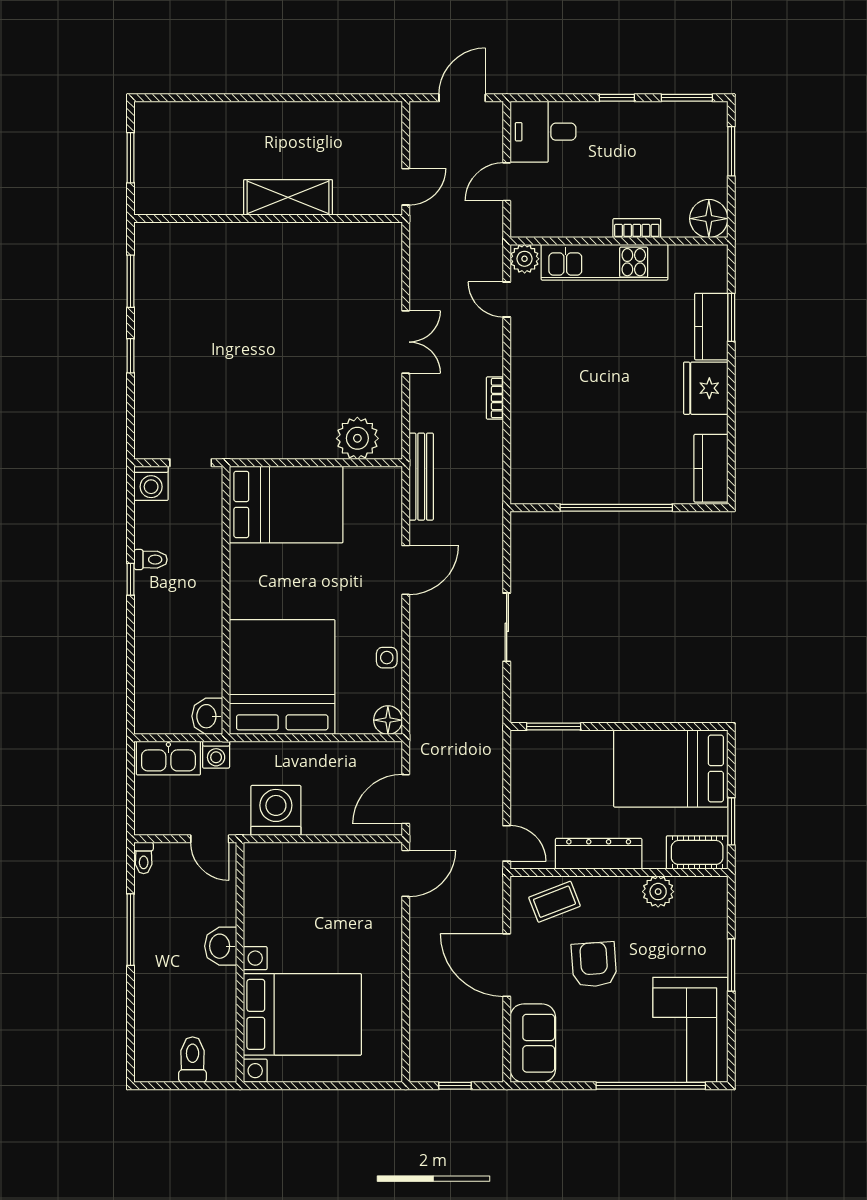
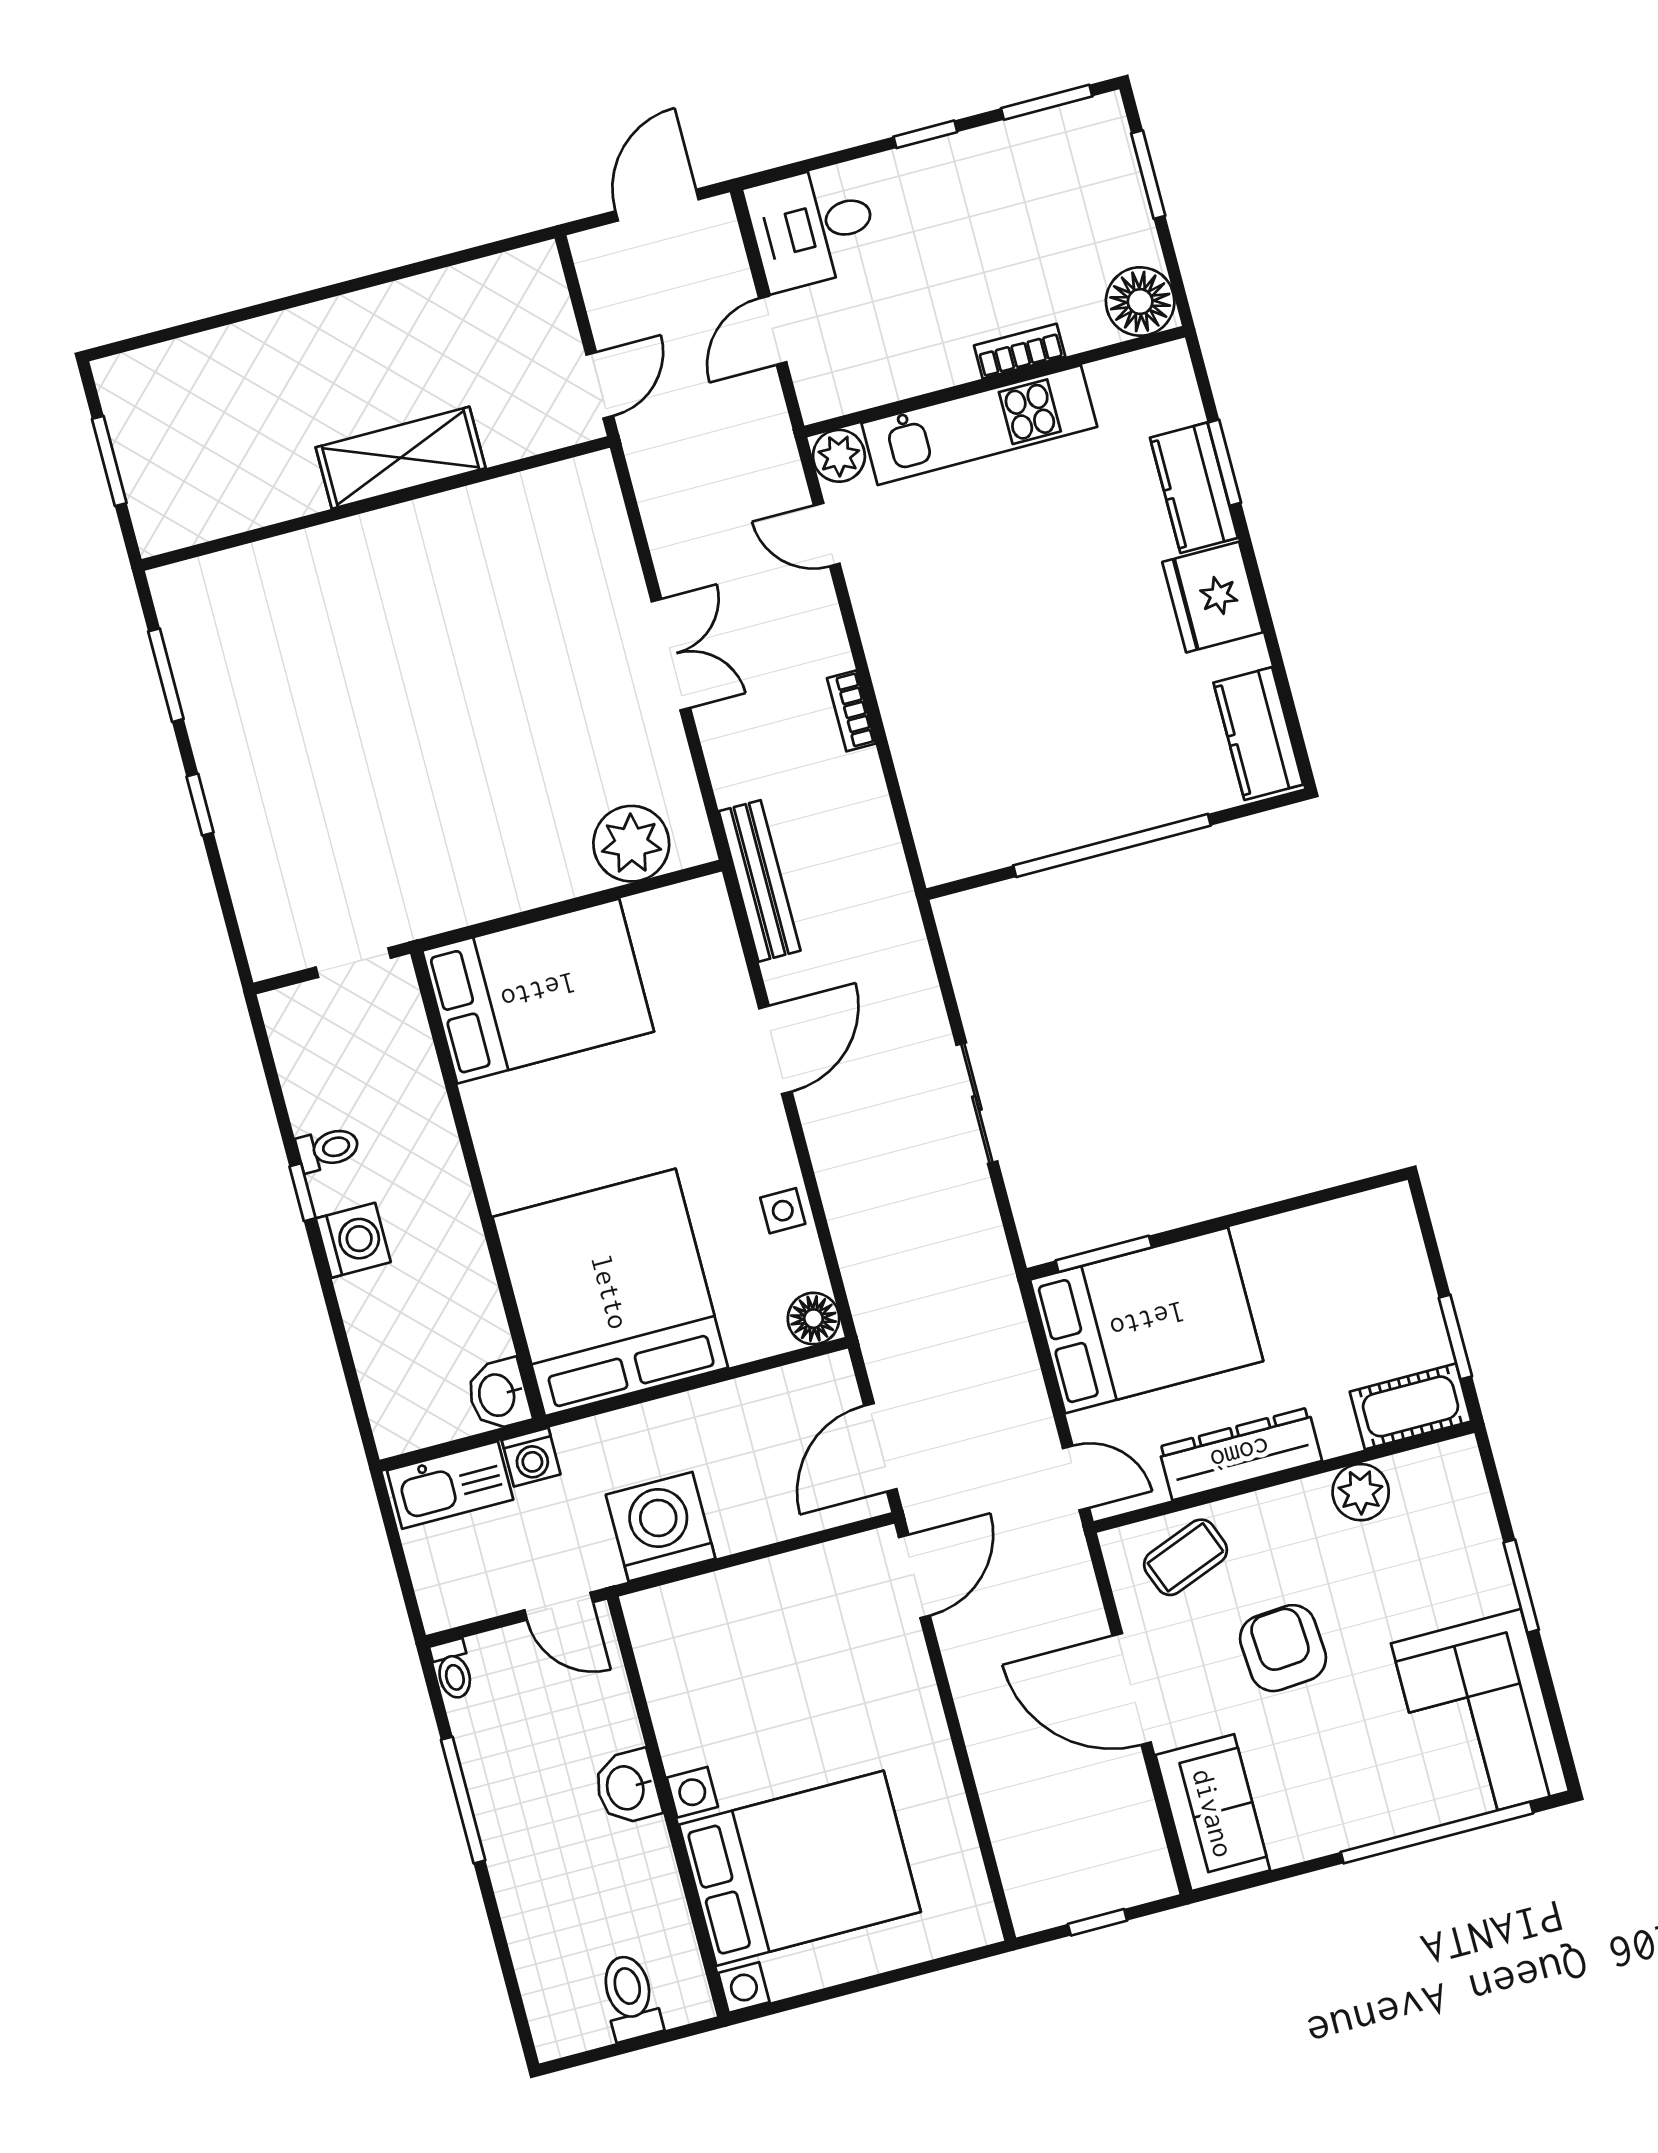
washing machine: (151, 483) -> (353, 1240), moved, turned -90
bed: (671, 768) -> (1147, 1320), moved, turned 180

